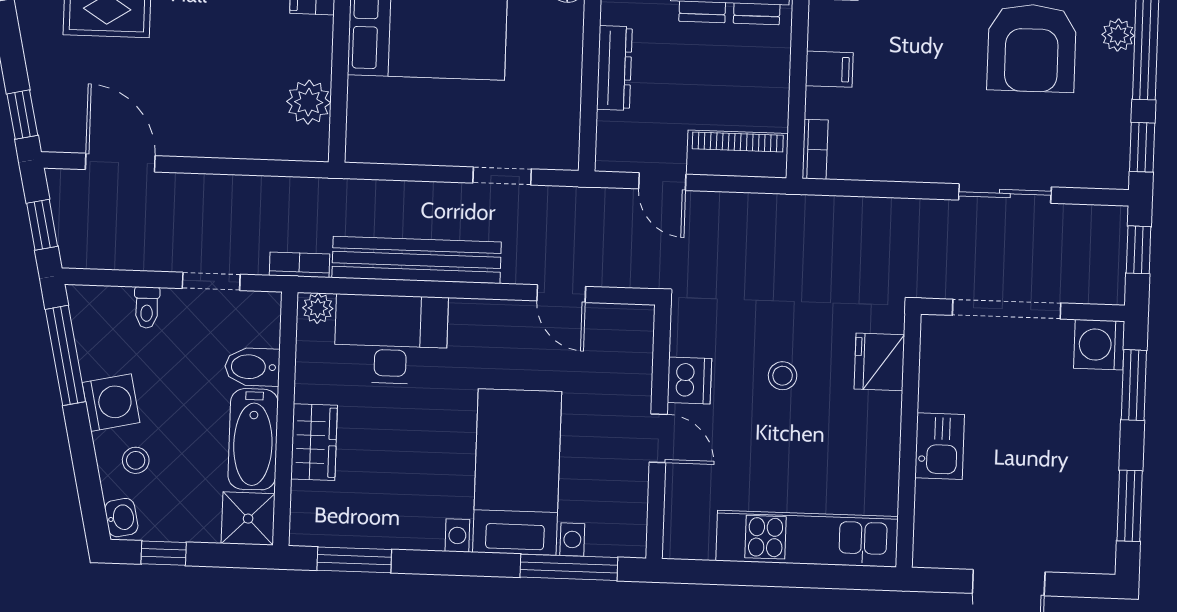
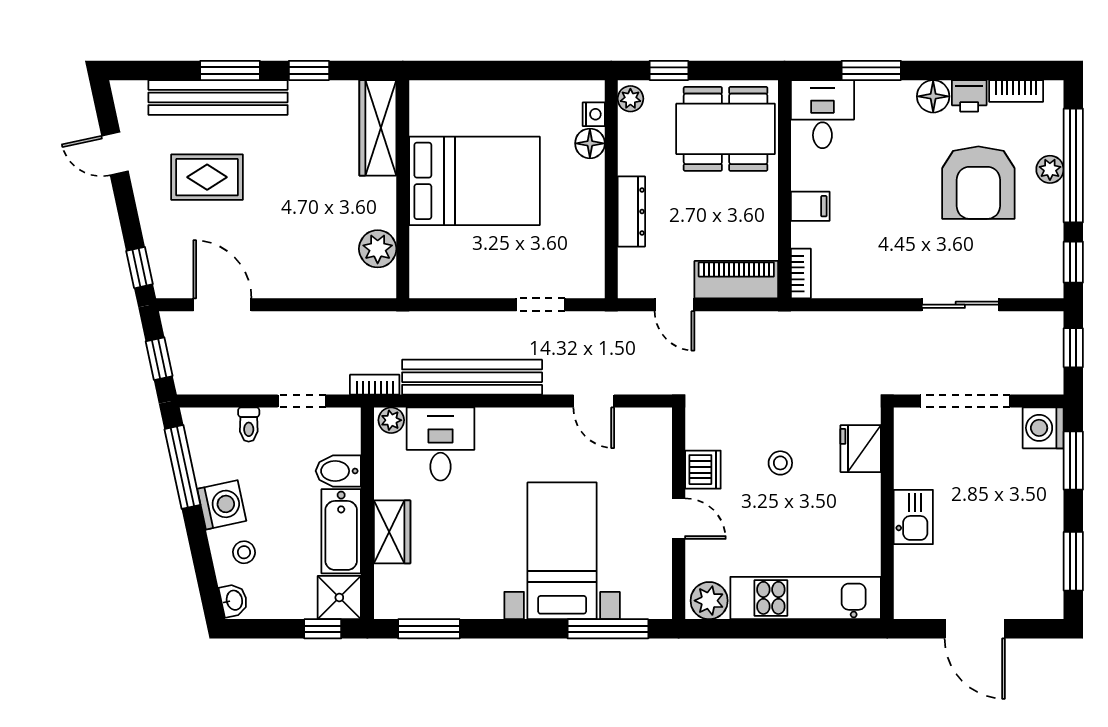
desk: (391, 339) -> (440, 444), width x0.73
plant: (691, 538) -> (709, 601), added
window: (164, 553) -> (323, 629), moved

